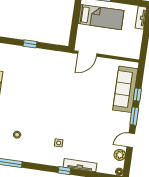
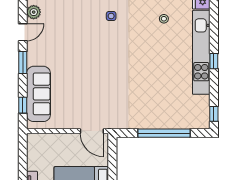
window: (30, 44) -> (164, 133), width x3.17
door: (87, 54) -> (92, 131), swing flipped
window: (137, 95) -> (23, 105), moved

